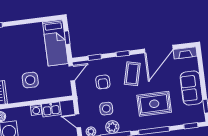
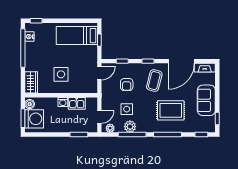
bed: (55, 43) -> (77, 36), moved, turned 90
door: (78, 121) -> (99, 117), swing flipped

